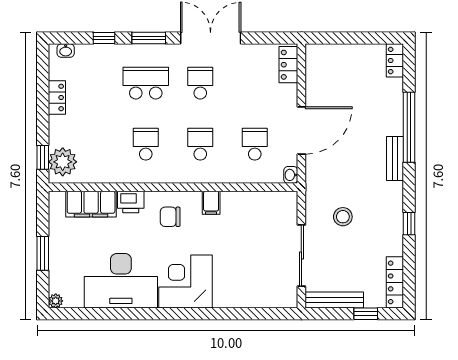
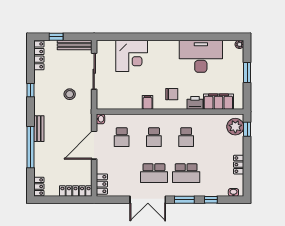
locker: (333, 53) -> (76, 191), added
school desk: (200, 83) -> (154, 173), width x1.85
corner desk: (186, 281) -> (132, 56), moved

